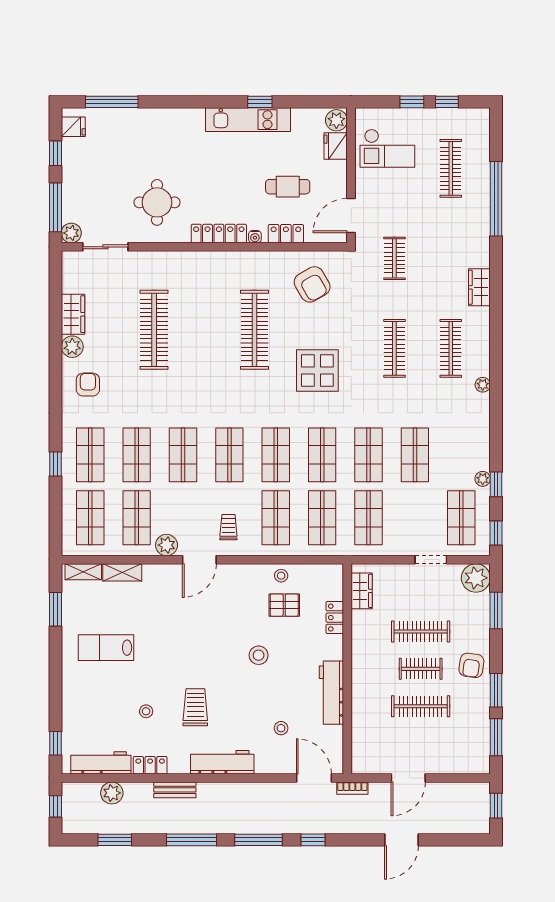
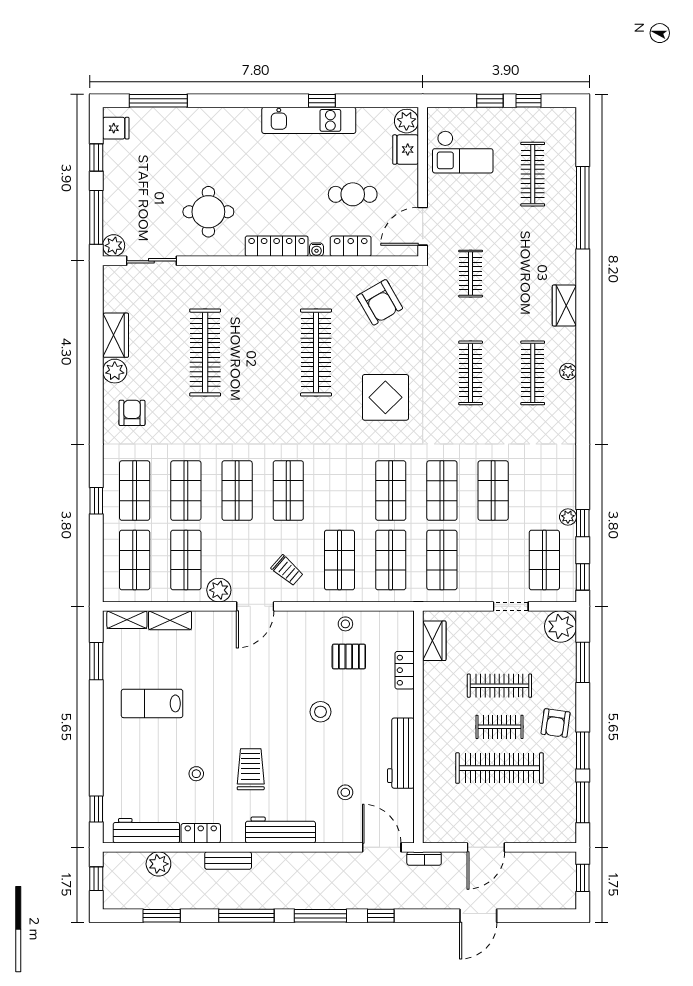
plant: (483, 385) -> (568, 371), moved
shop shelf: (276, 455) -> (339, 491), removed
trolley: (228, 527) -> (287, 570), turned 131
clothes rail: (421, 706) -> (499, 768), width x1.37, depth x1.31

